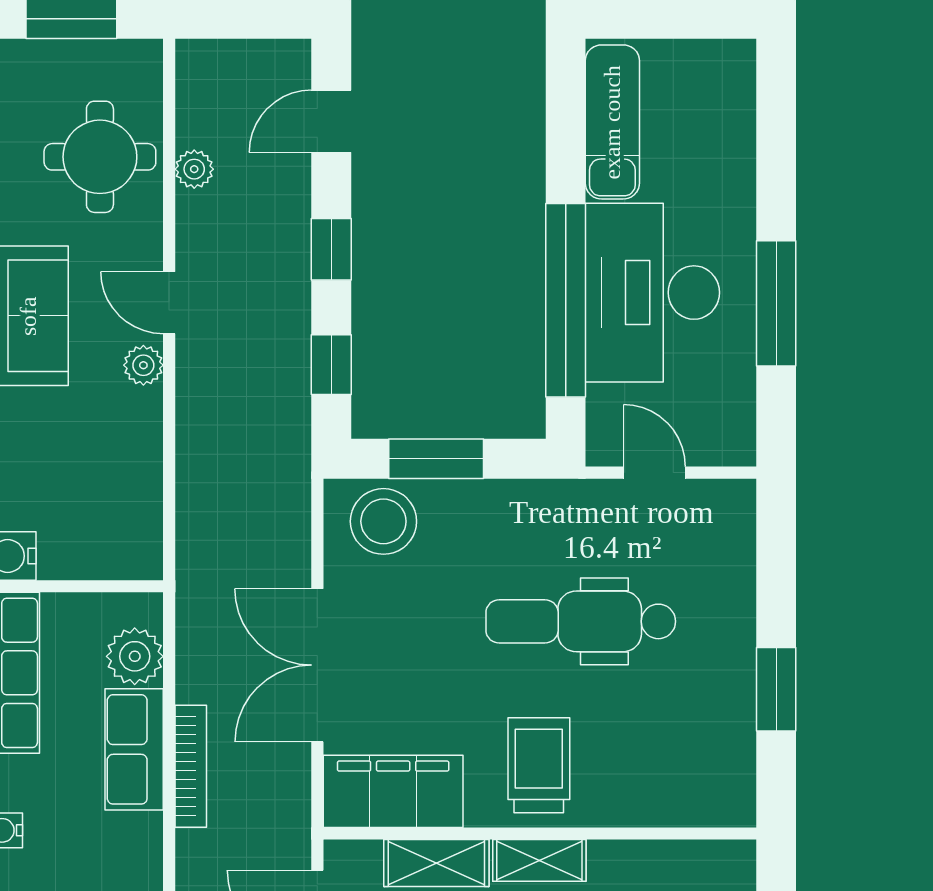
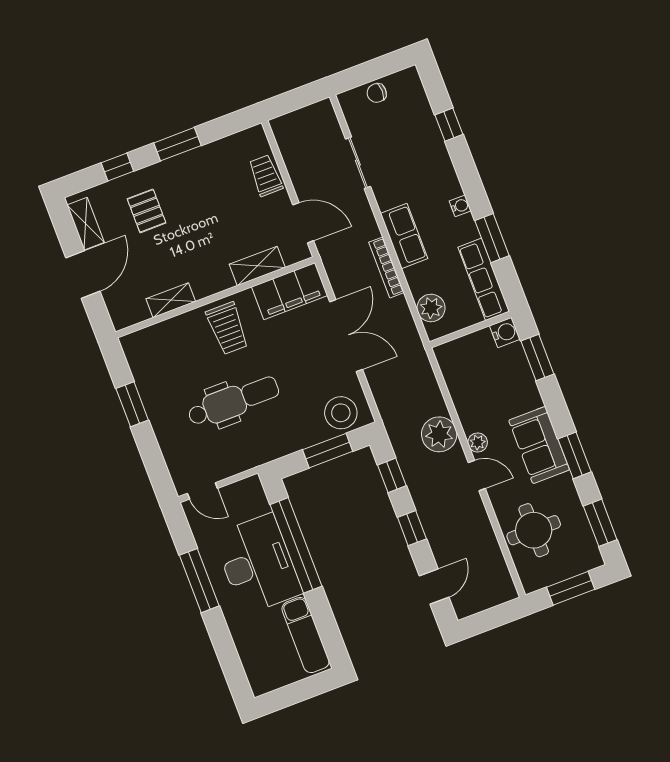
plant: (194, 169) -> (439, 434), moved, width x1.87, depth x1.87
door: (654, 473) -> (202, 491), moved
row of seats: (134, 749) -> (404, 236), moved
shelving: (539, 860) -> (171, 300), moved

